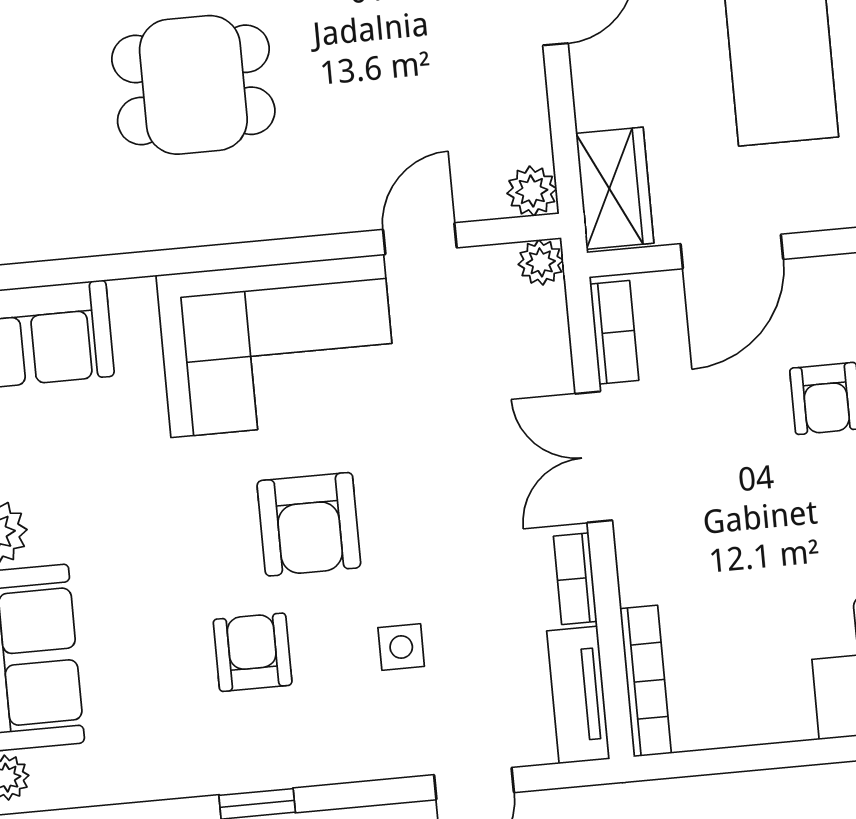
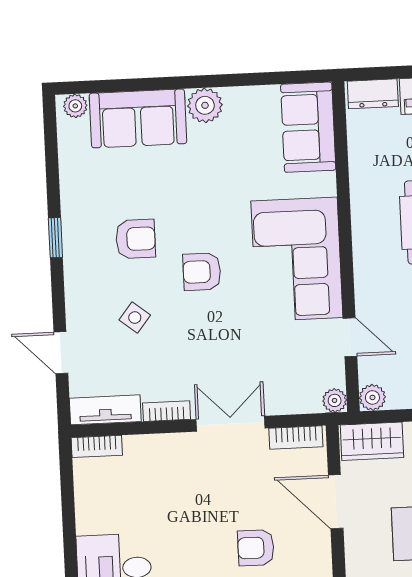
armchair: (309, 524) -> (202, 272), width x0.72, depth x0.72
side table: (401, 647) -> (135, 317), turned 38
bookcase: (646, 681) -> (97, 446), width x0.64

